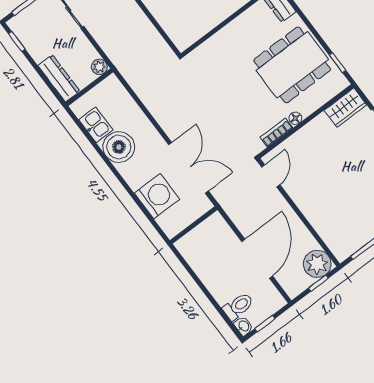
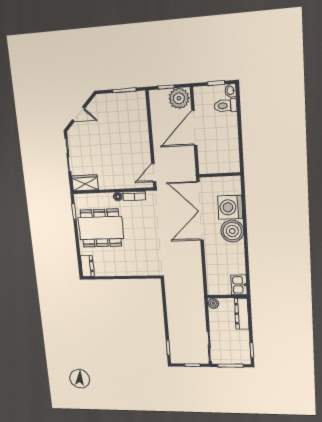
kitchen sink: (96, 125) -> (239, 285), moved
boiler: (119, 147) -> (232, 231), moved
double door: (188, 168) -> (200, 211), width x1.36
plant: (317, 264) -> (179, 98), moved

